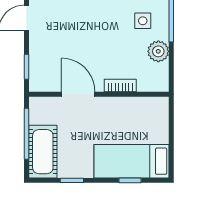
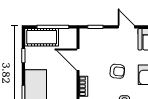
armchair: (97, 32) -> (117, 71), added
door: (78, 94) -> (78, 60), swing flipped

